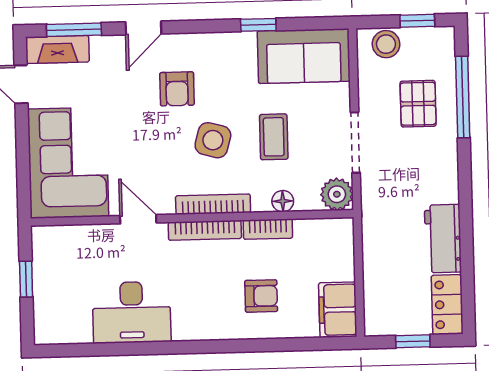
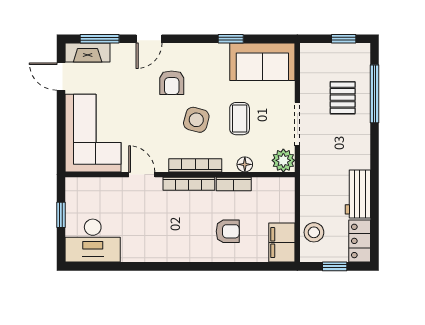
stool: (386, 44) -> (314, 232), moved
desk: (132, 312) -> (93, 241), moved

